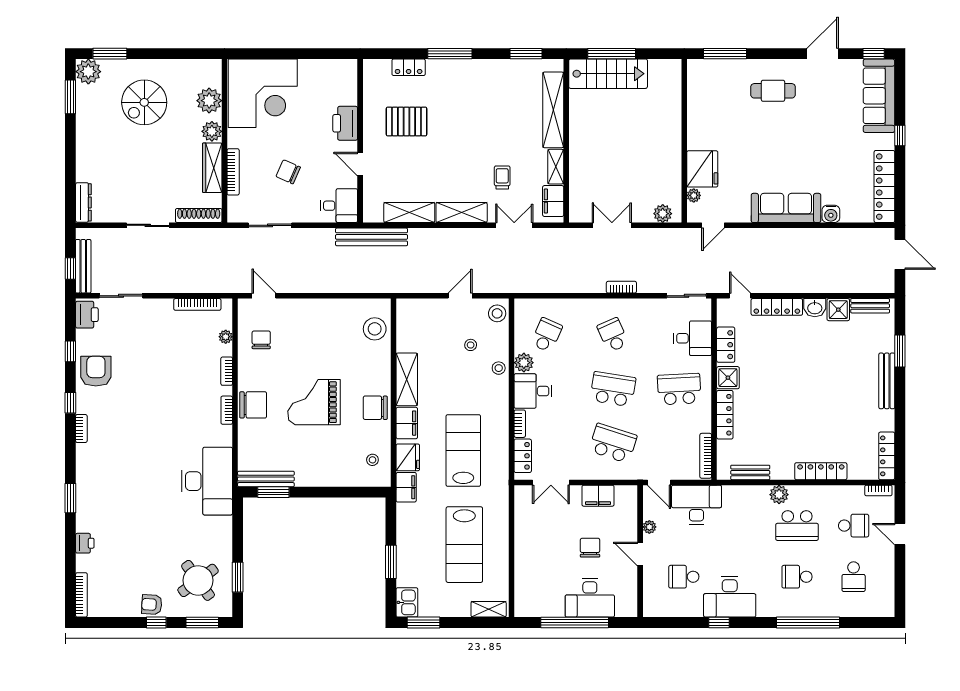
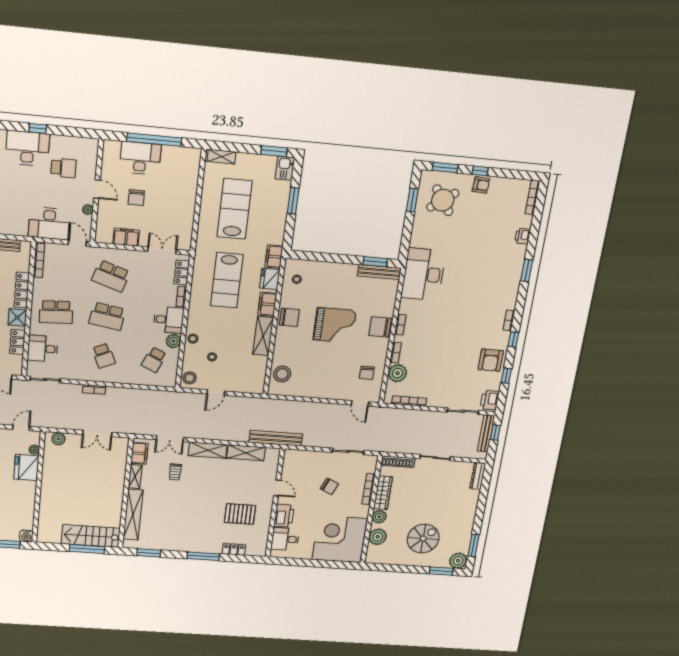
water cooler: (696, 68) -> (26, 536), added
desk: (339, 206) -> (285, 539), moved
plant: (226, 337) -> (397, 373), width x1.88, depth x1.88

